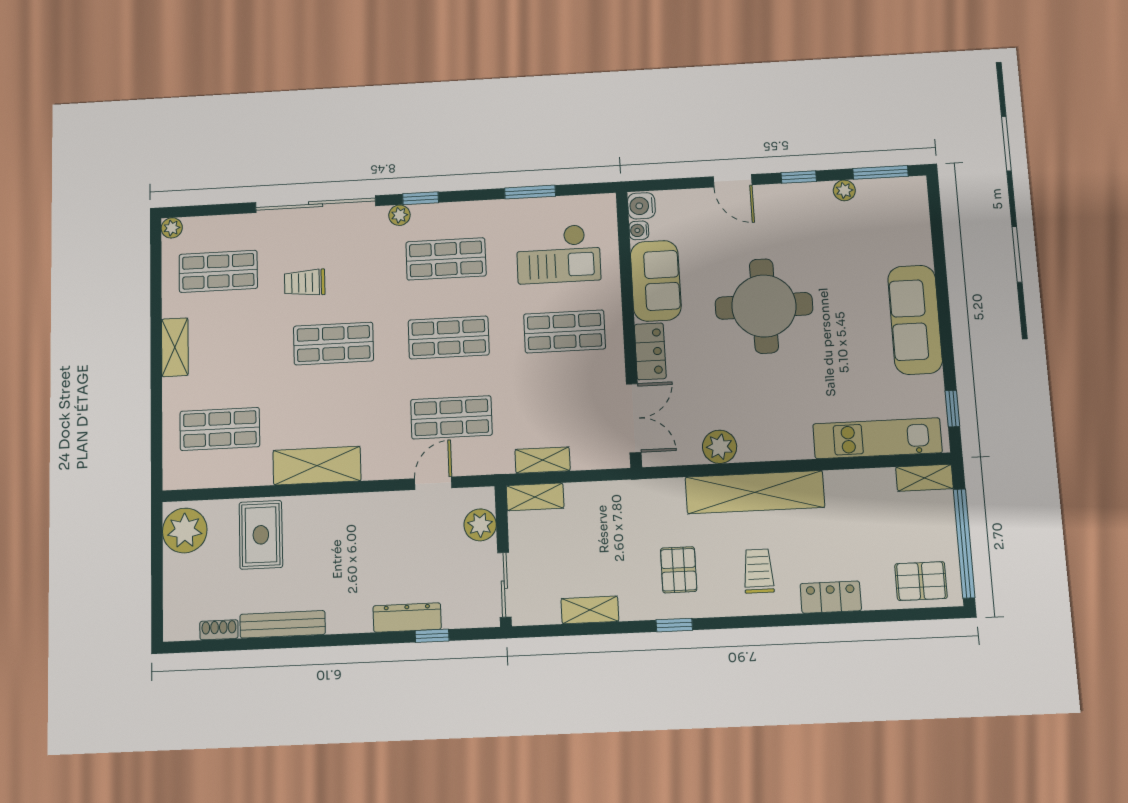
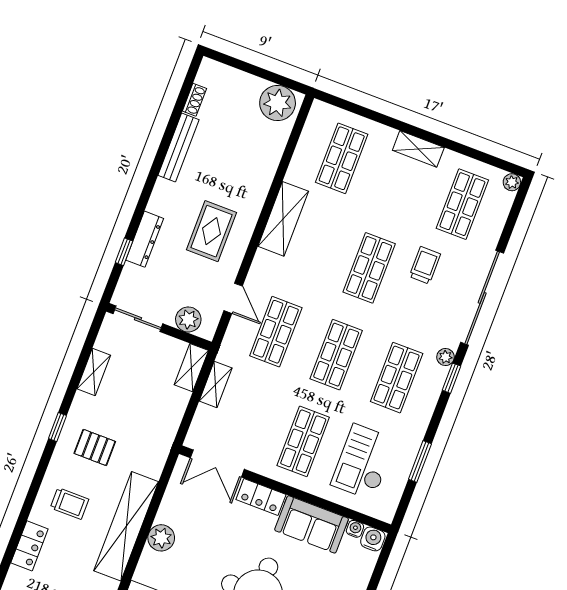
plant: (720, 447) -> (161, 538), moved
rug: (261, 535) -> (211, 231), moved, turned 90

